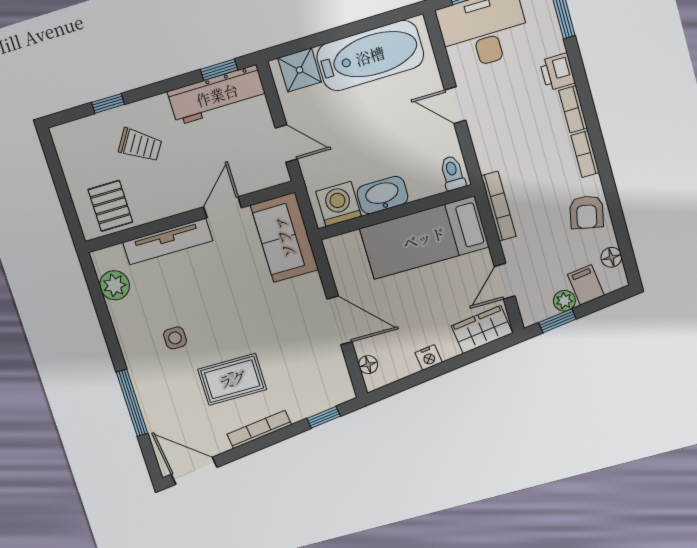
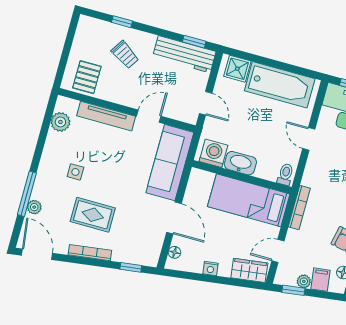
sofa: (284, 237) -> (170, 163), width x1.36
plant: (152, 414) -> (34, 207), added

